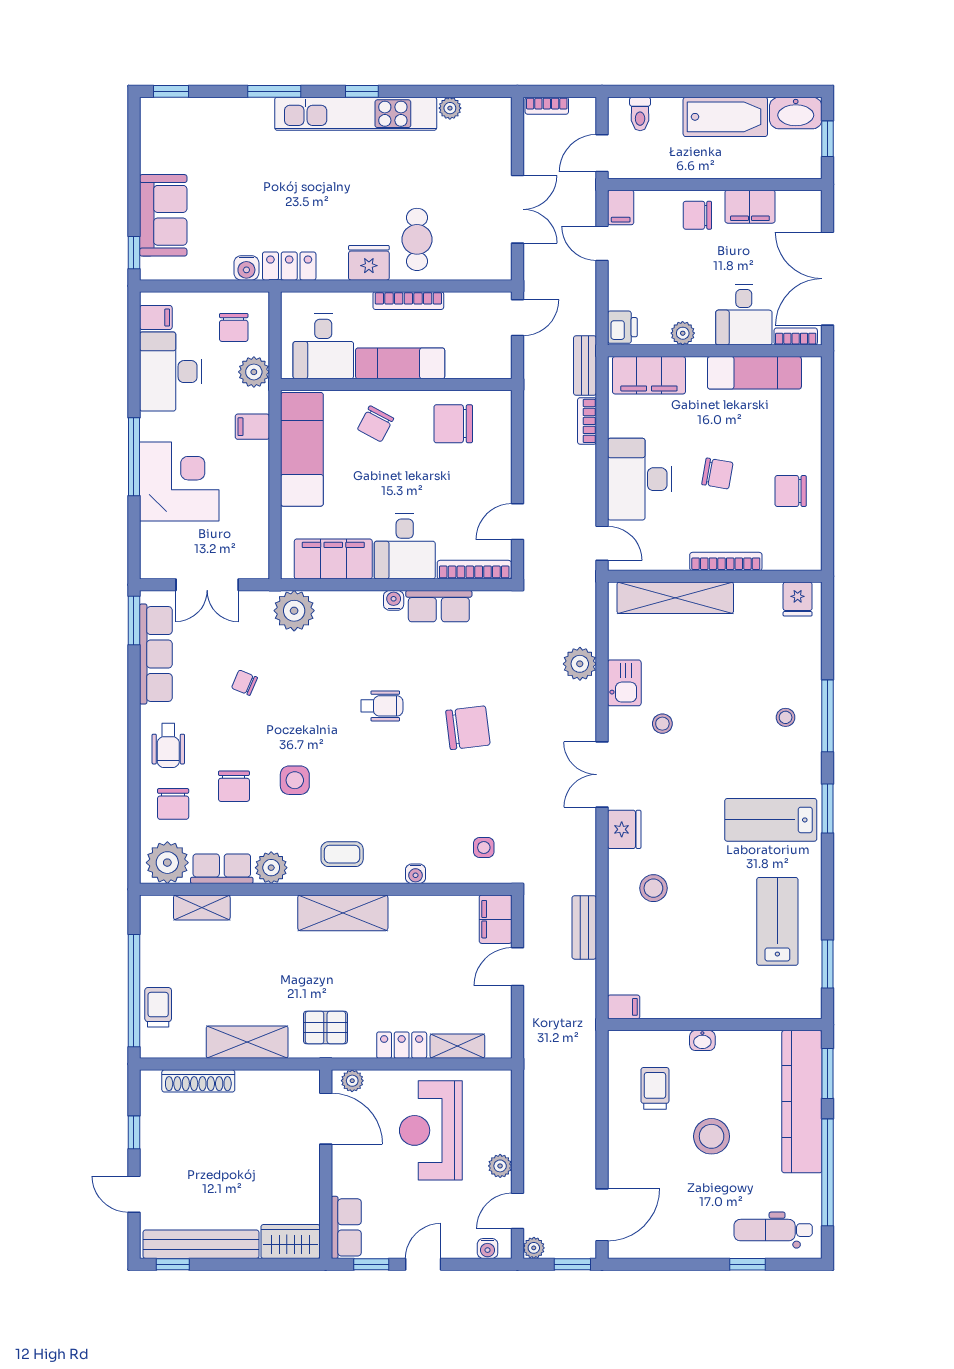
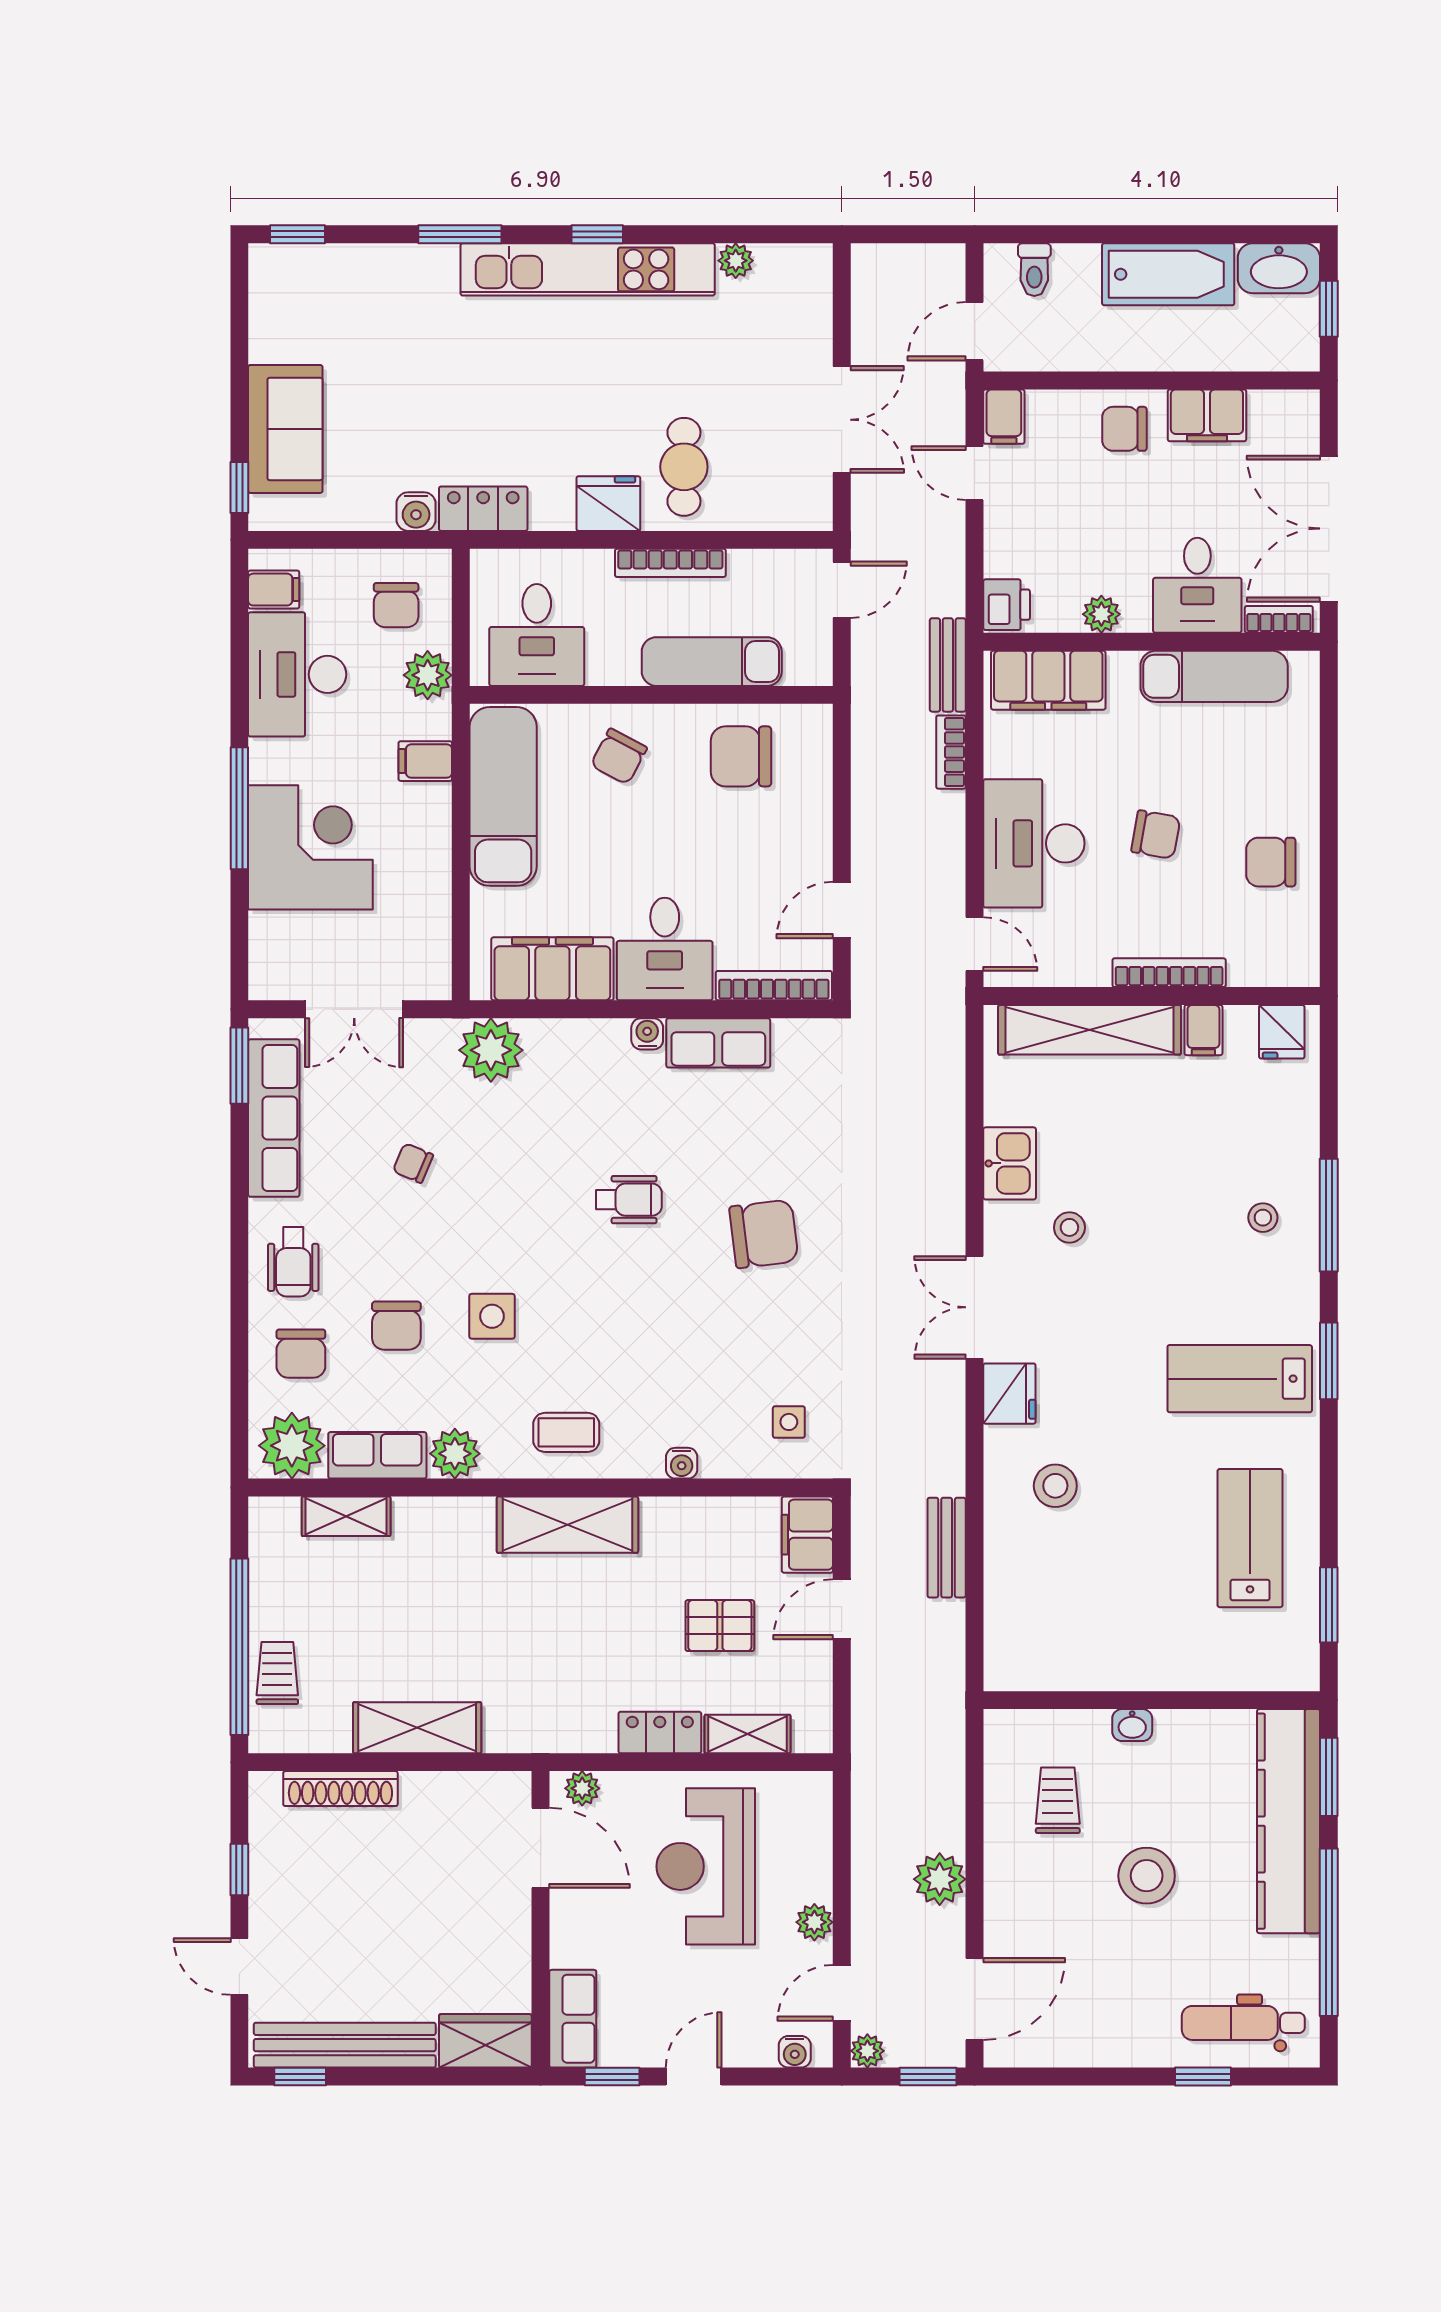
bookcase: (547, 106) -> (888, 257), removed
exam couch: (400, 363) -> (712, 662), moved
plant: (580, 664) -> (940, 1879), moved
filing cabinet: (624, 1007) -> (1203, 1030), moved, turned 90
pallet: (325, 1028) -> (720, 1626), moved

